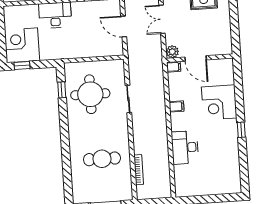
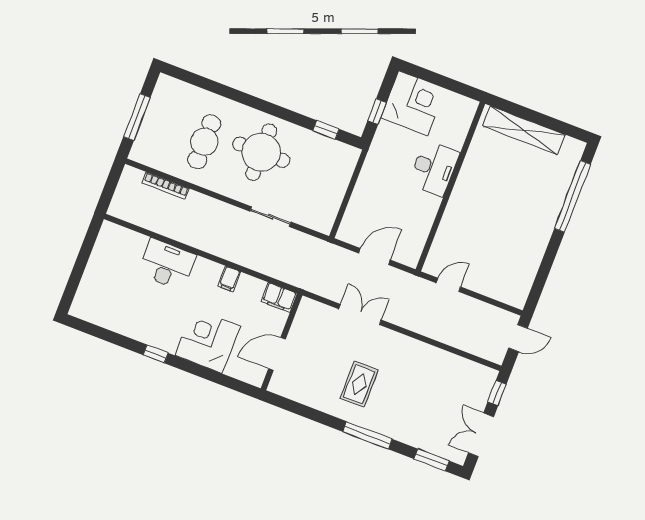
plant: (172, 52) -> (308, 308), removed
door: (196, 58) -> (277, 354), moved
window: (22, 65) -> (377, 111), moved
filing cabinet: (174, 67) -> (279, 297), width x2.00
round table: (90, 94) -> (261, 152), moved

